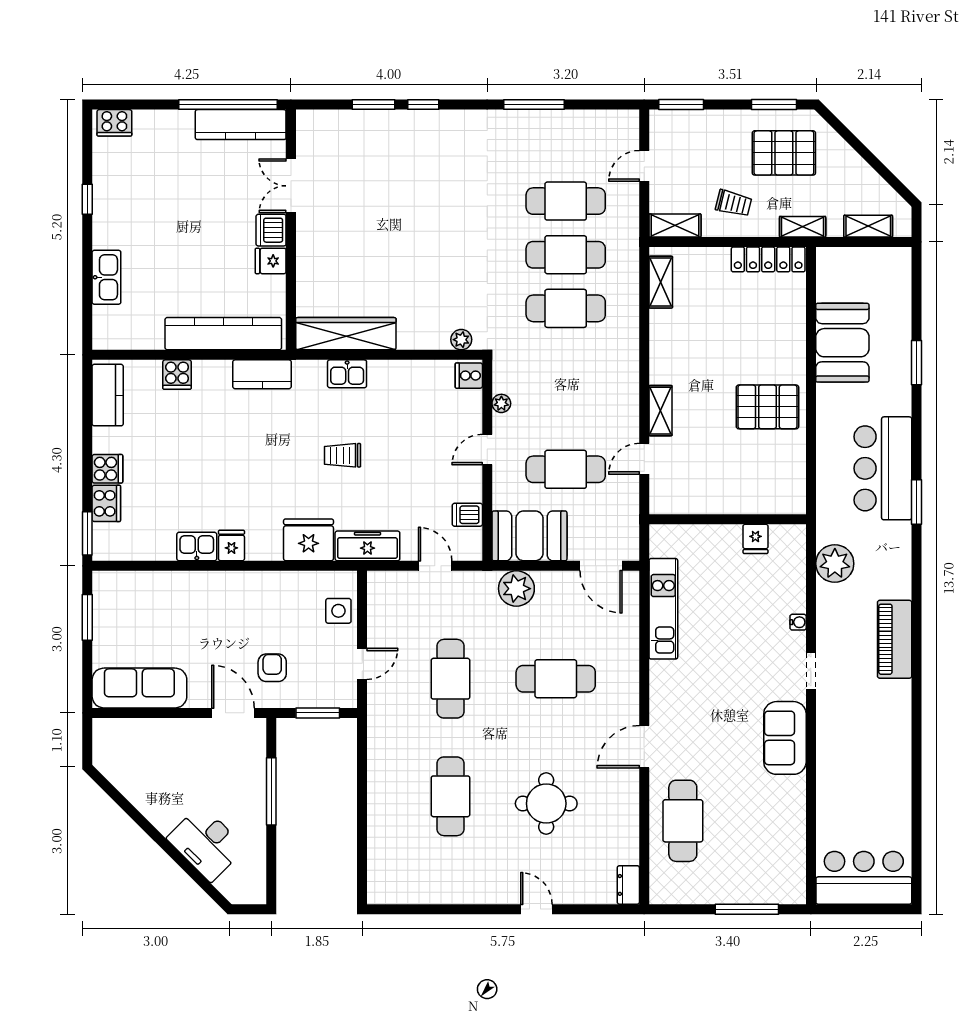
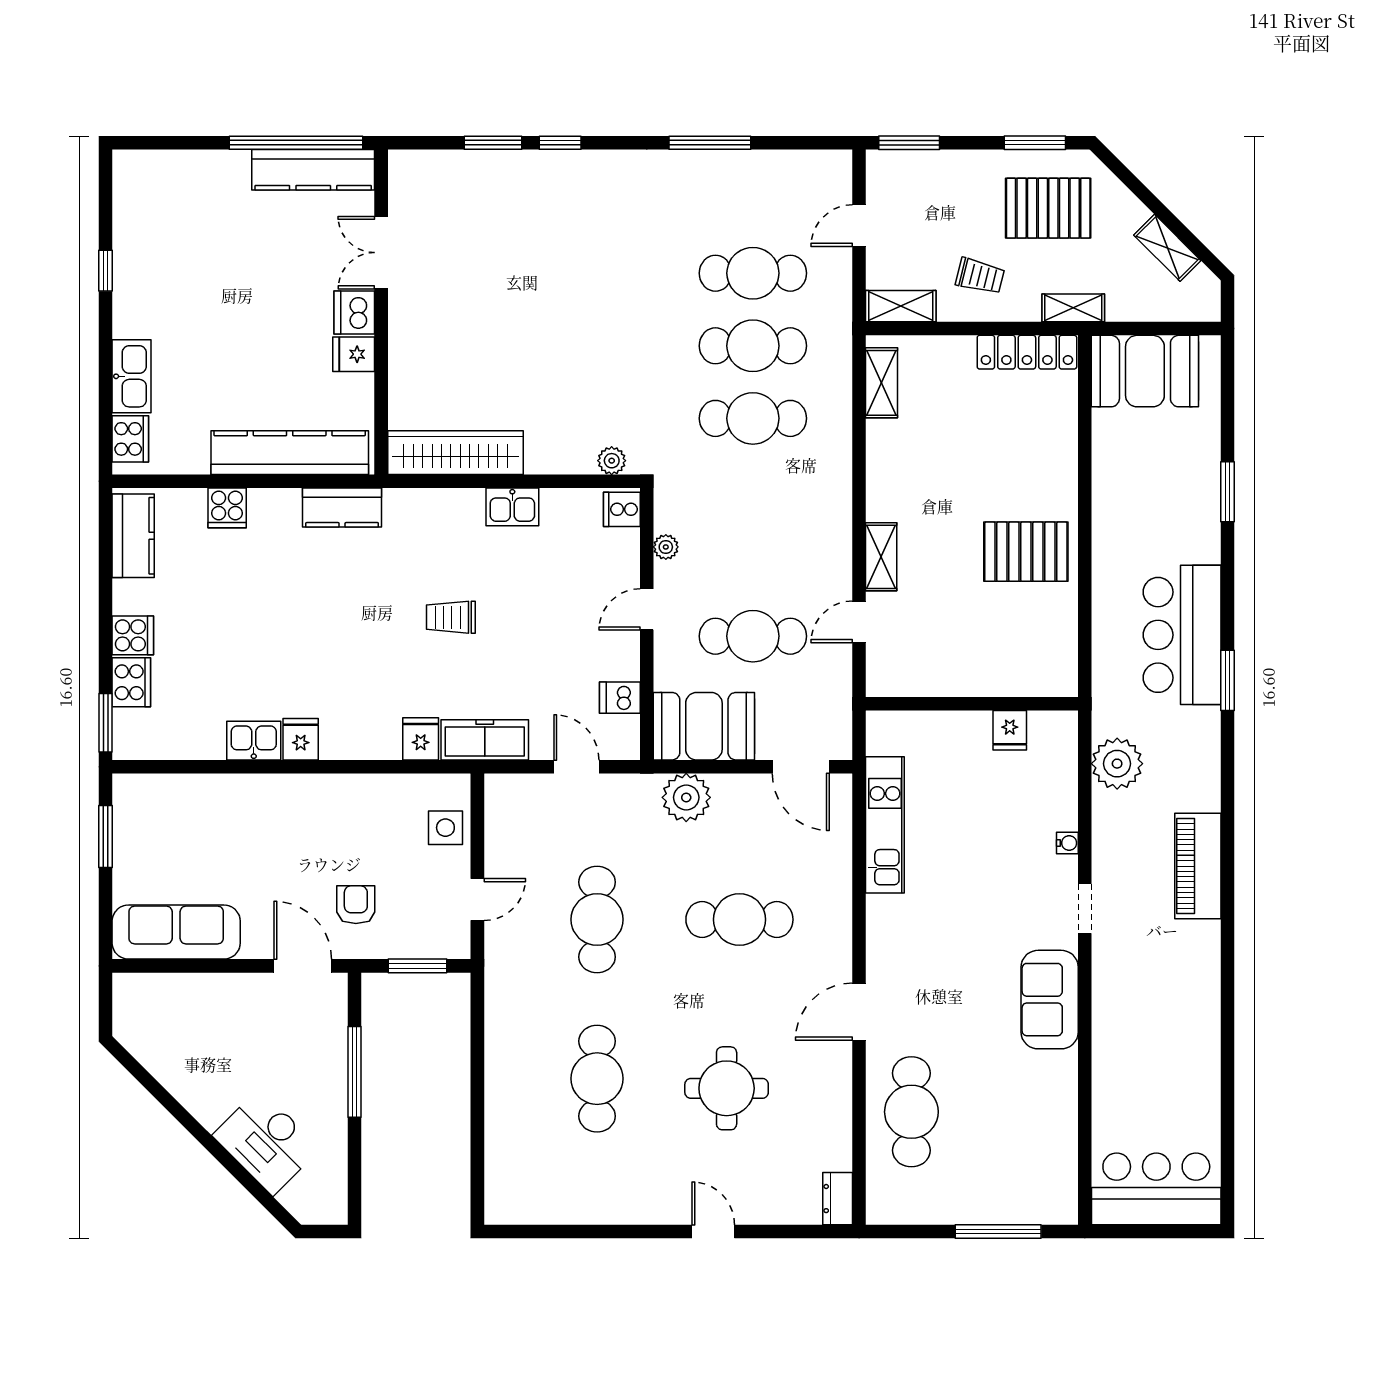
cooker: (114, 123) -> (130, 439), moved, turned -90
shelving: (868, 226) -> (1167, 248), moved, turned 45
booth: (842, 343) -> (1145, 371), moved, turned 90
kitchen sink: (347, 374) -> (512, 507), moved
fridge: (309, 540) -> (421, 739), width x0.53, depth x0.75

